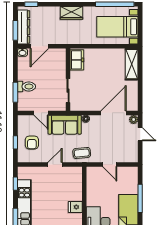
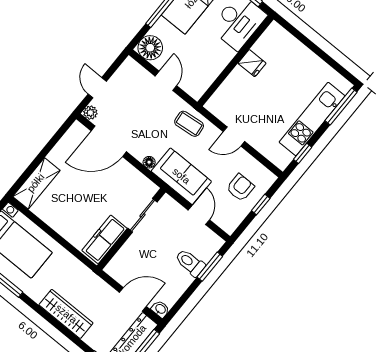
wardrobe: (72, 13) -> (66, 314), width x1.50
freezer: (77, 60) -> (104, 239), width x1.40
floor lamp: (130, 174) -> (150, 48), added

